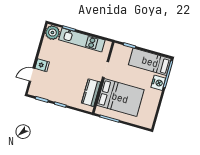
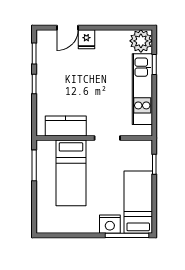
door: (32, 75) -> (68, 28), swing flipped
bed: (120, 98) -> (71, 173), width x0.67

